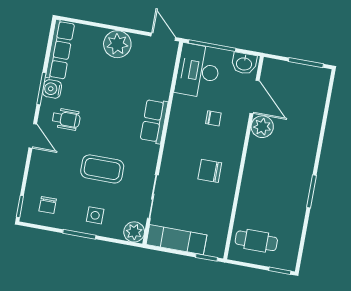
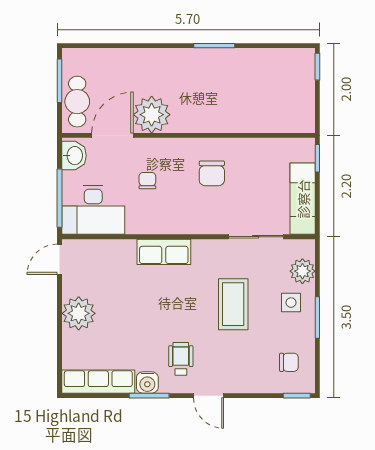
plant: (262, 127) -> (152, 115), width x1.36, depth x1.36
door: (33, 136) -> (209, 396), swing flipped
plant: (134, 232) -> (302, 271), moved
cafe table: (256, 241) -> (77, 102), moved

